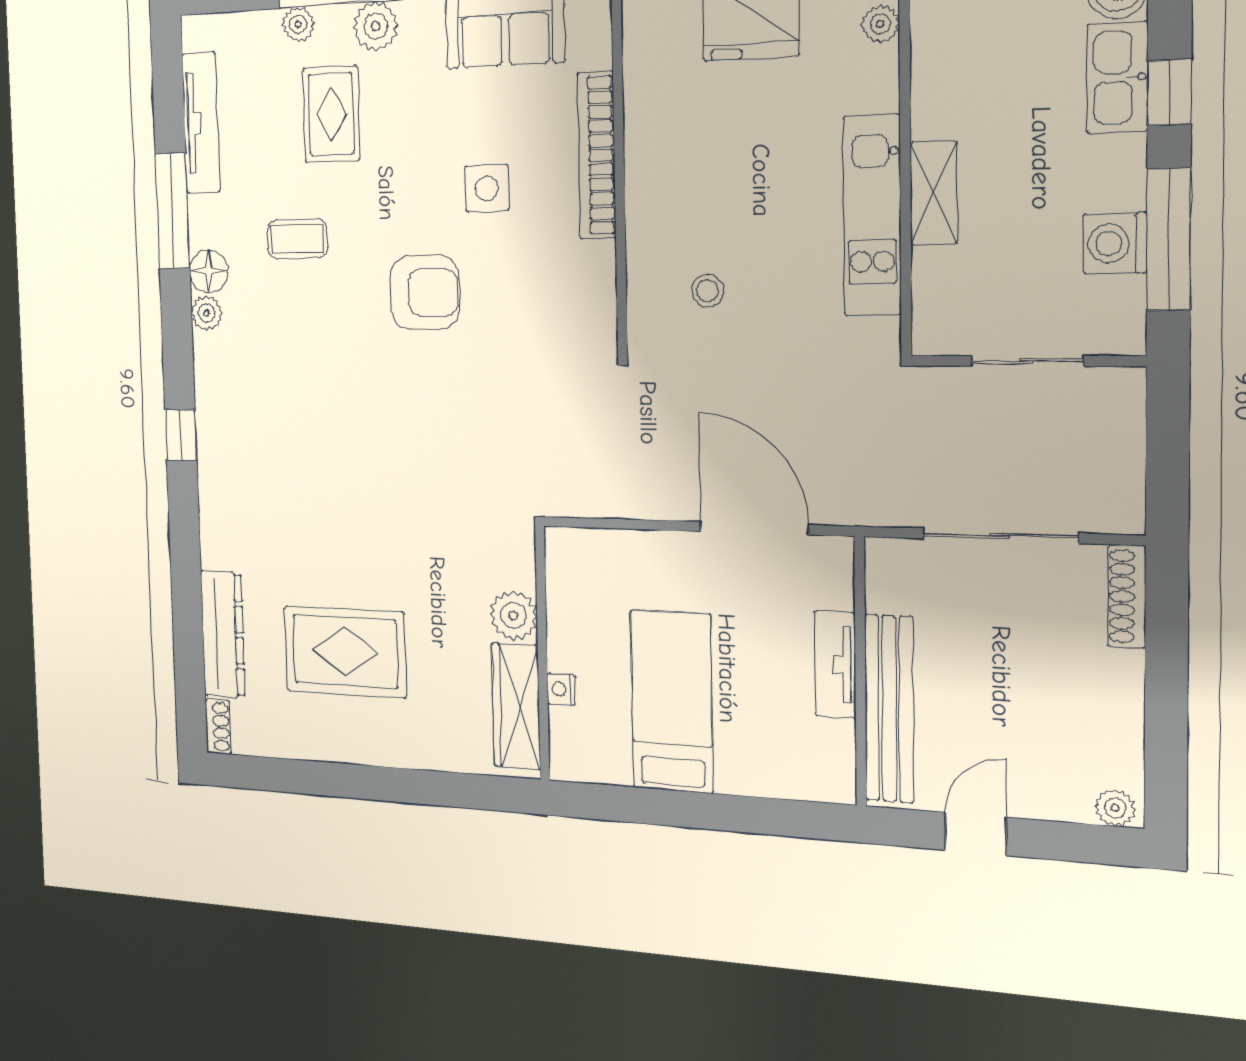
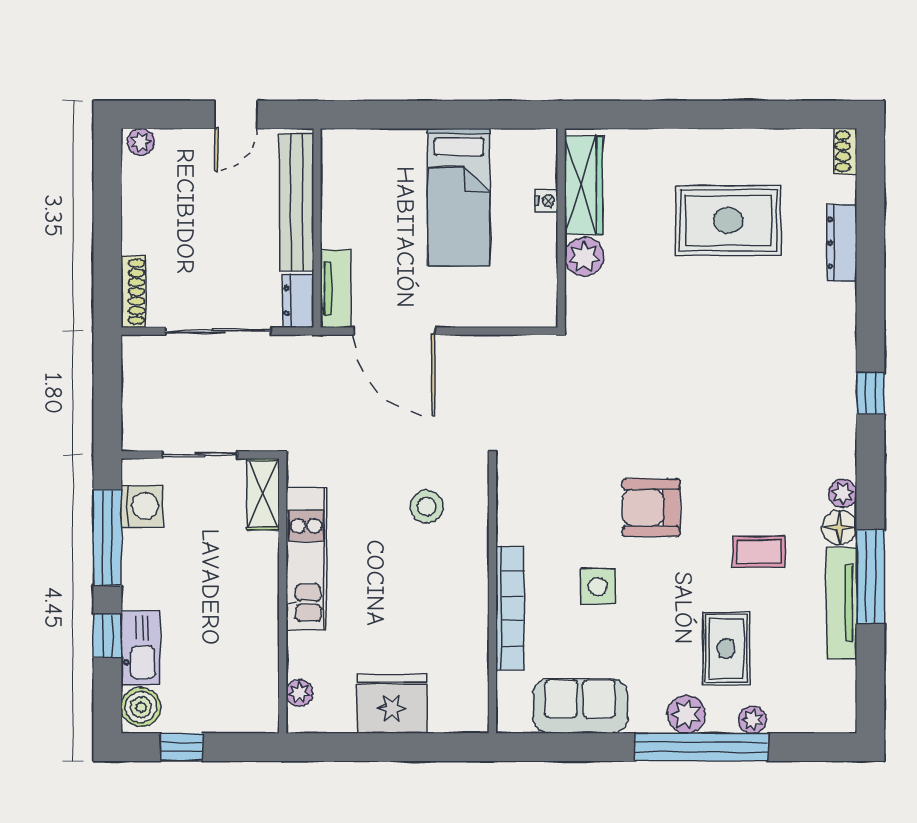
tv unit: (201, 123) -> (842, 603), moved
shelving: (934, 193) -> (263, 494), moved
washing machine: (1115, 243) -> (142, 506), moved
stool: (708, 291) -> (427, 506), width x1.37, depth x1.37
dresser: (886, 574) -> (298, 301), added
dresser: (223, 634) -> (842, 243), width x0.73, depth x0.80
tv unit: (835, 664) -> (335, 289), moved

